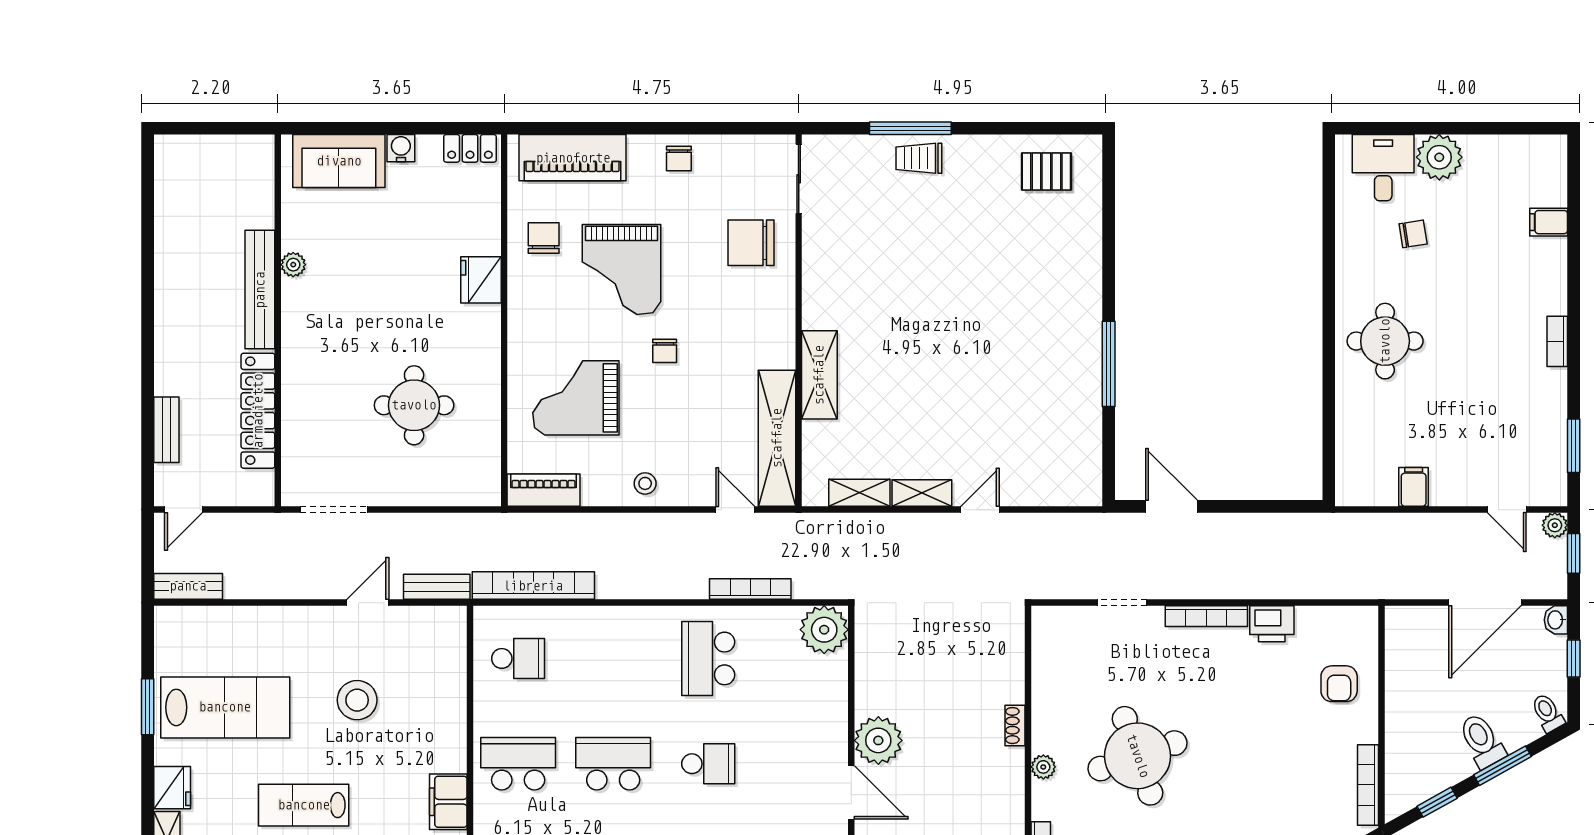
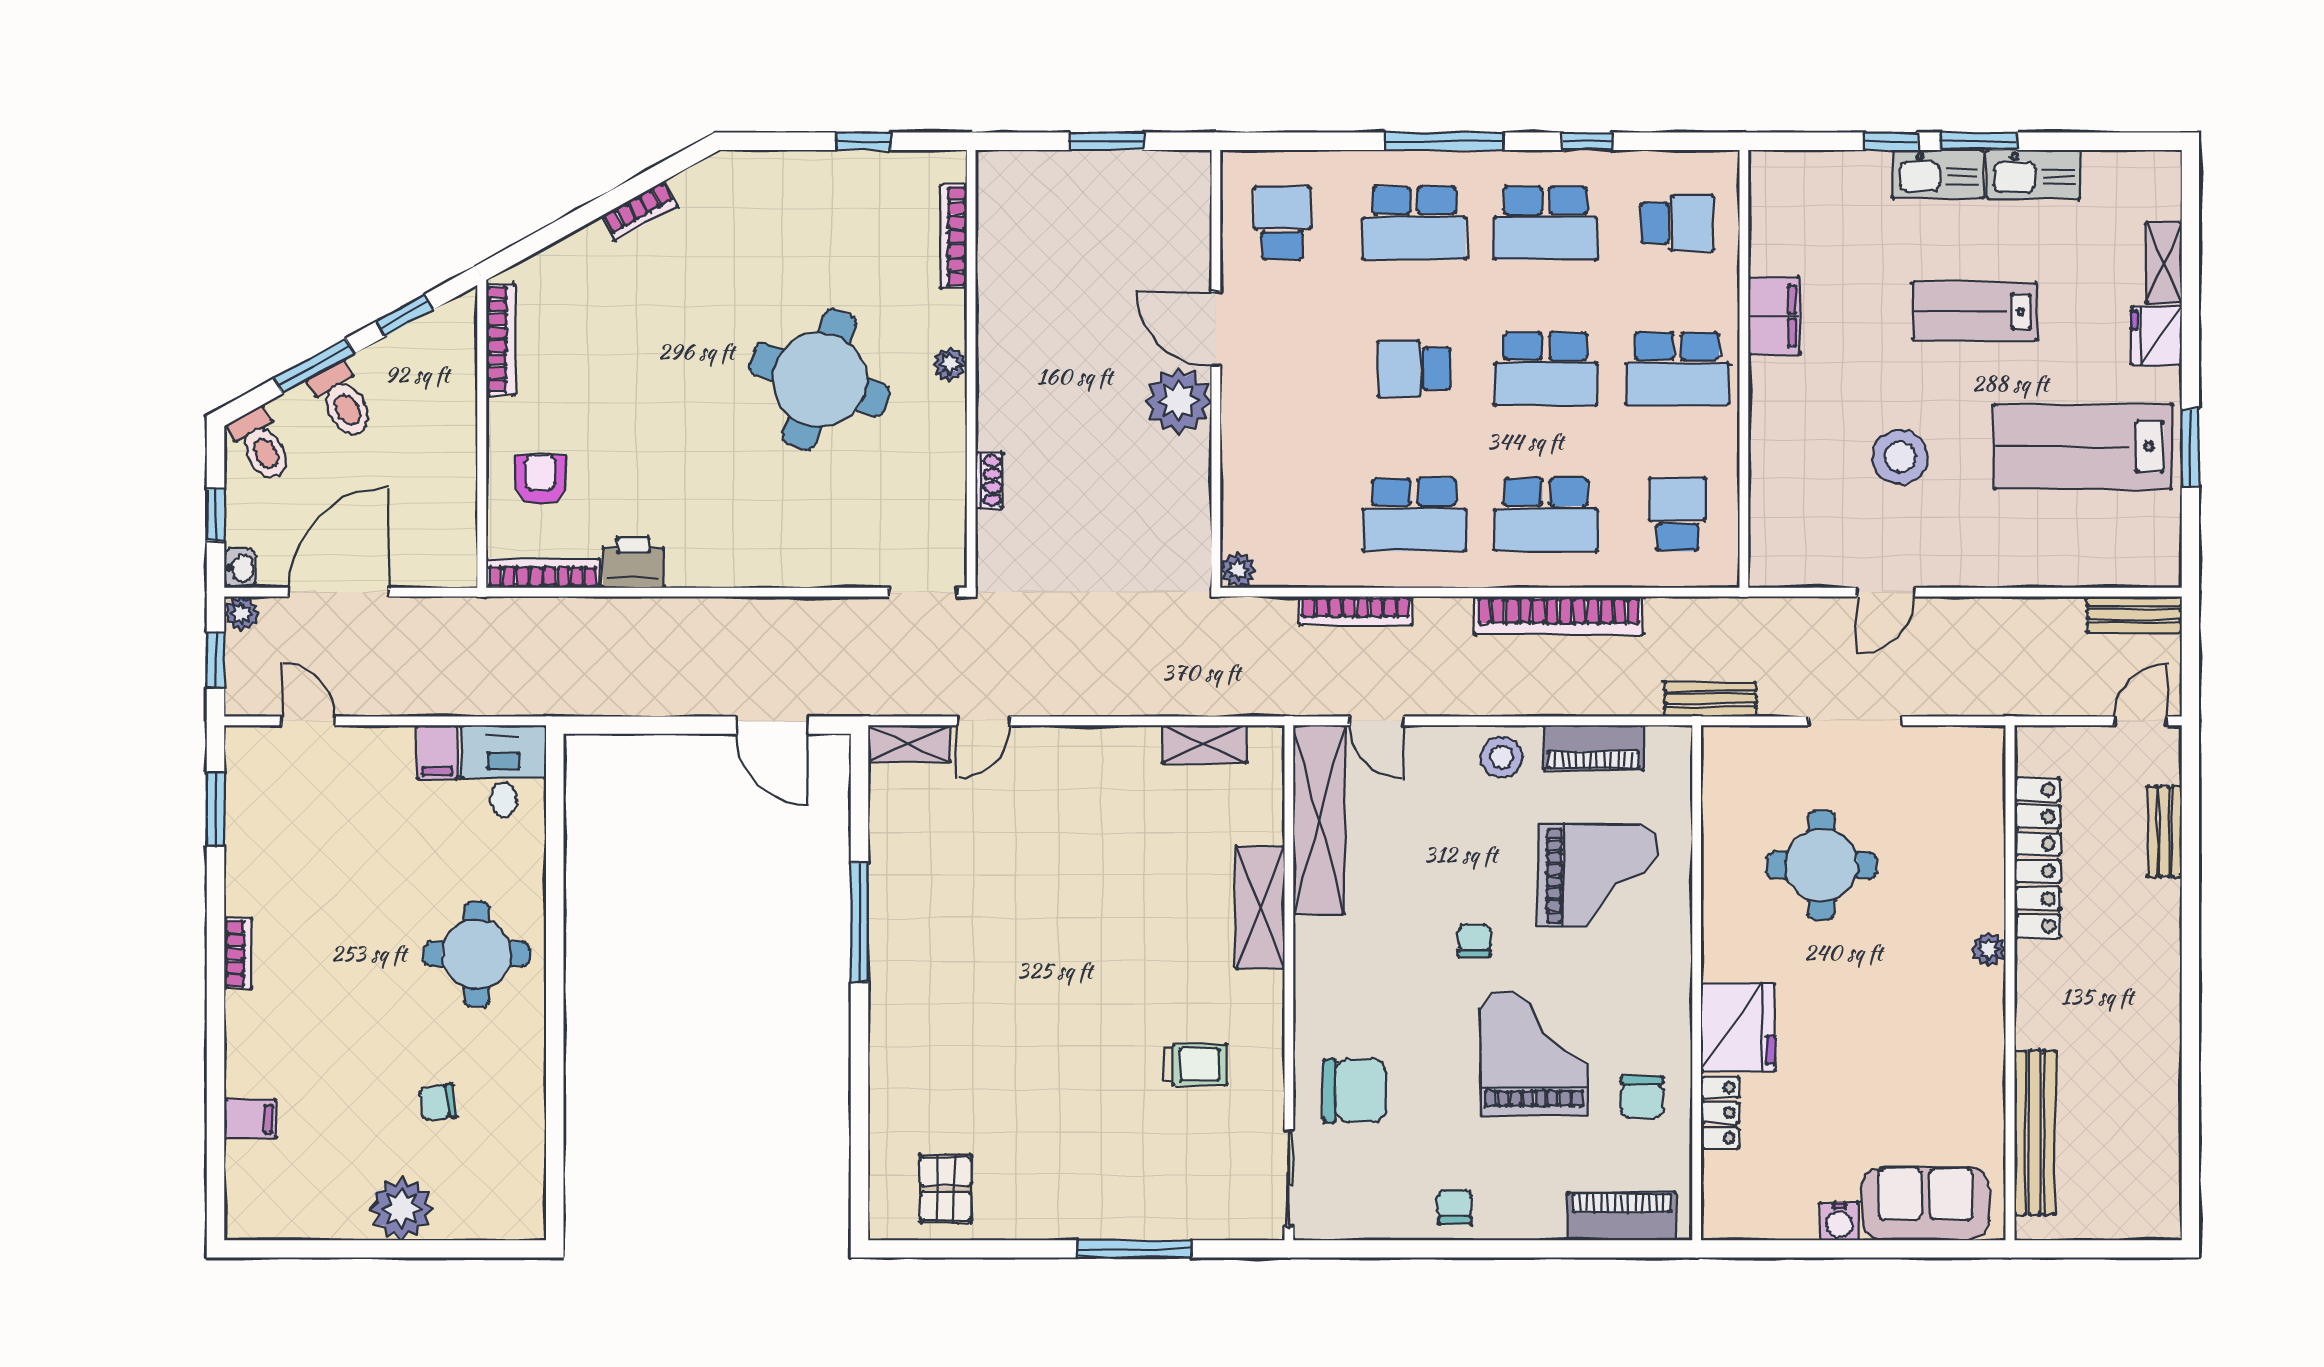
locker: (470, 148) -> (1720, 1113), moved, turned 90
piano: (573, 158) -> (1622, 1216), width x0.73, depth x0.75
trolley: (919, 158) -> (1195, 1065), moved
desk: (1383, 168) -> (503, 771), moved, turned 180
pallet: (1046, 172) -> (946, 1189), turned 90
plant: (293, 265) -> (1989, 949), moved
fridge: (481, 280) -> (1738, 1027), width x1.36, depth x1.34
bench: (260, 290) -> (2035, 1133), moved
stool: (645, 483) -> (1501, 757), width x1.37, depth x1.37
piano: (544, 490) -> (1593, 748), moved
shelving: (922, 493) -> (909, 744), moved
doorway: (334, 510) -> (1855, 721), moved
door: (980, 510) -> (984, 721), moved
plant: (1555, 525) -> (242, 614), moved
bookcase: (533, 586) -> (1559, 616), moved
bench: (437, 587) -> (1710, 699), moved
doorway: (1122, 603) -> (923, 592), moved
bookcase: (1206, 616) -> (543, 573), moved
plant: (824, 630) -> (1238, 570), width x0.53, depth x0.53
school desk: (518, 658) -> (1677, 515), turned 90
school desk: (613, 658) -> (1546, 515), added
school desk: (708, 658) -> (1414, 515), turned 90
toilet: (1548, 713) -> (261, 445), width x1.37, depth x1.39
shoe rack: (1015, 726) -> (989, 480), moved
round table: (1138, 756) -> (820, 380), turned 38
lab bench: (304, 805) -> (1974, 312), turned 180

